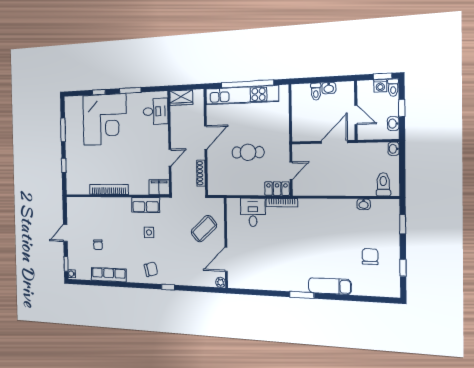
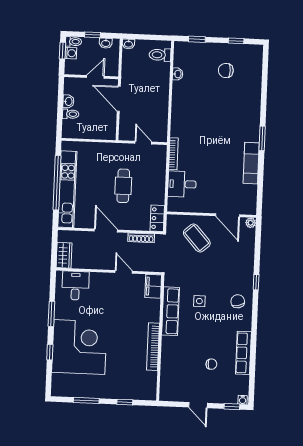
locker: (277, 189) -> (157, 218), moved
row of seats: (146, 205) -> (171, 311), width x1.48
exam couch: (330, 286) -> (251, 163), moved

